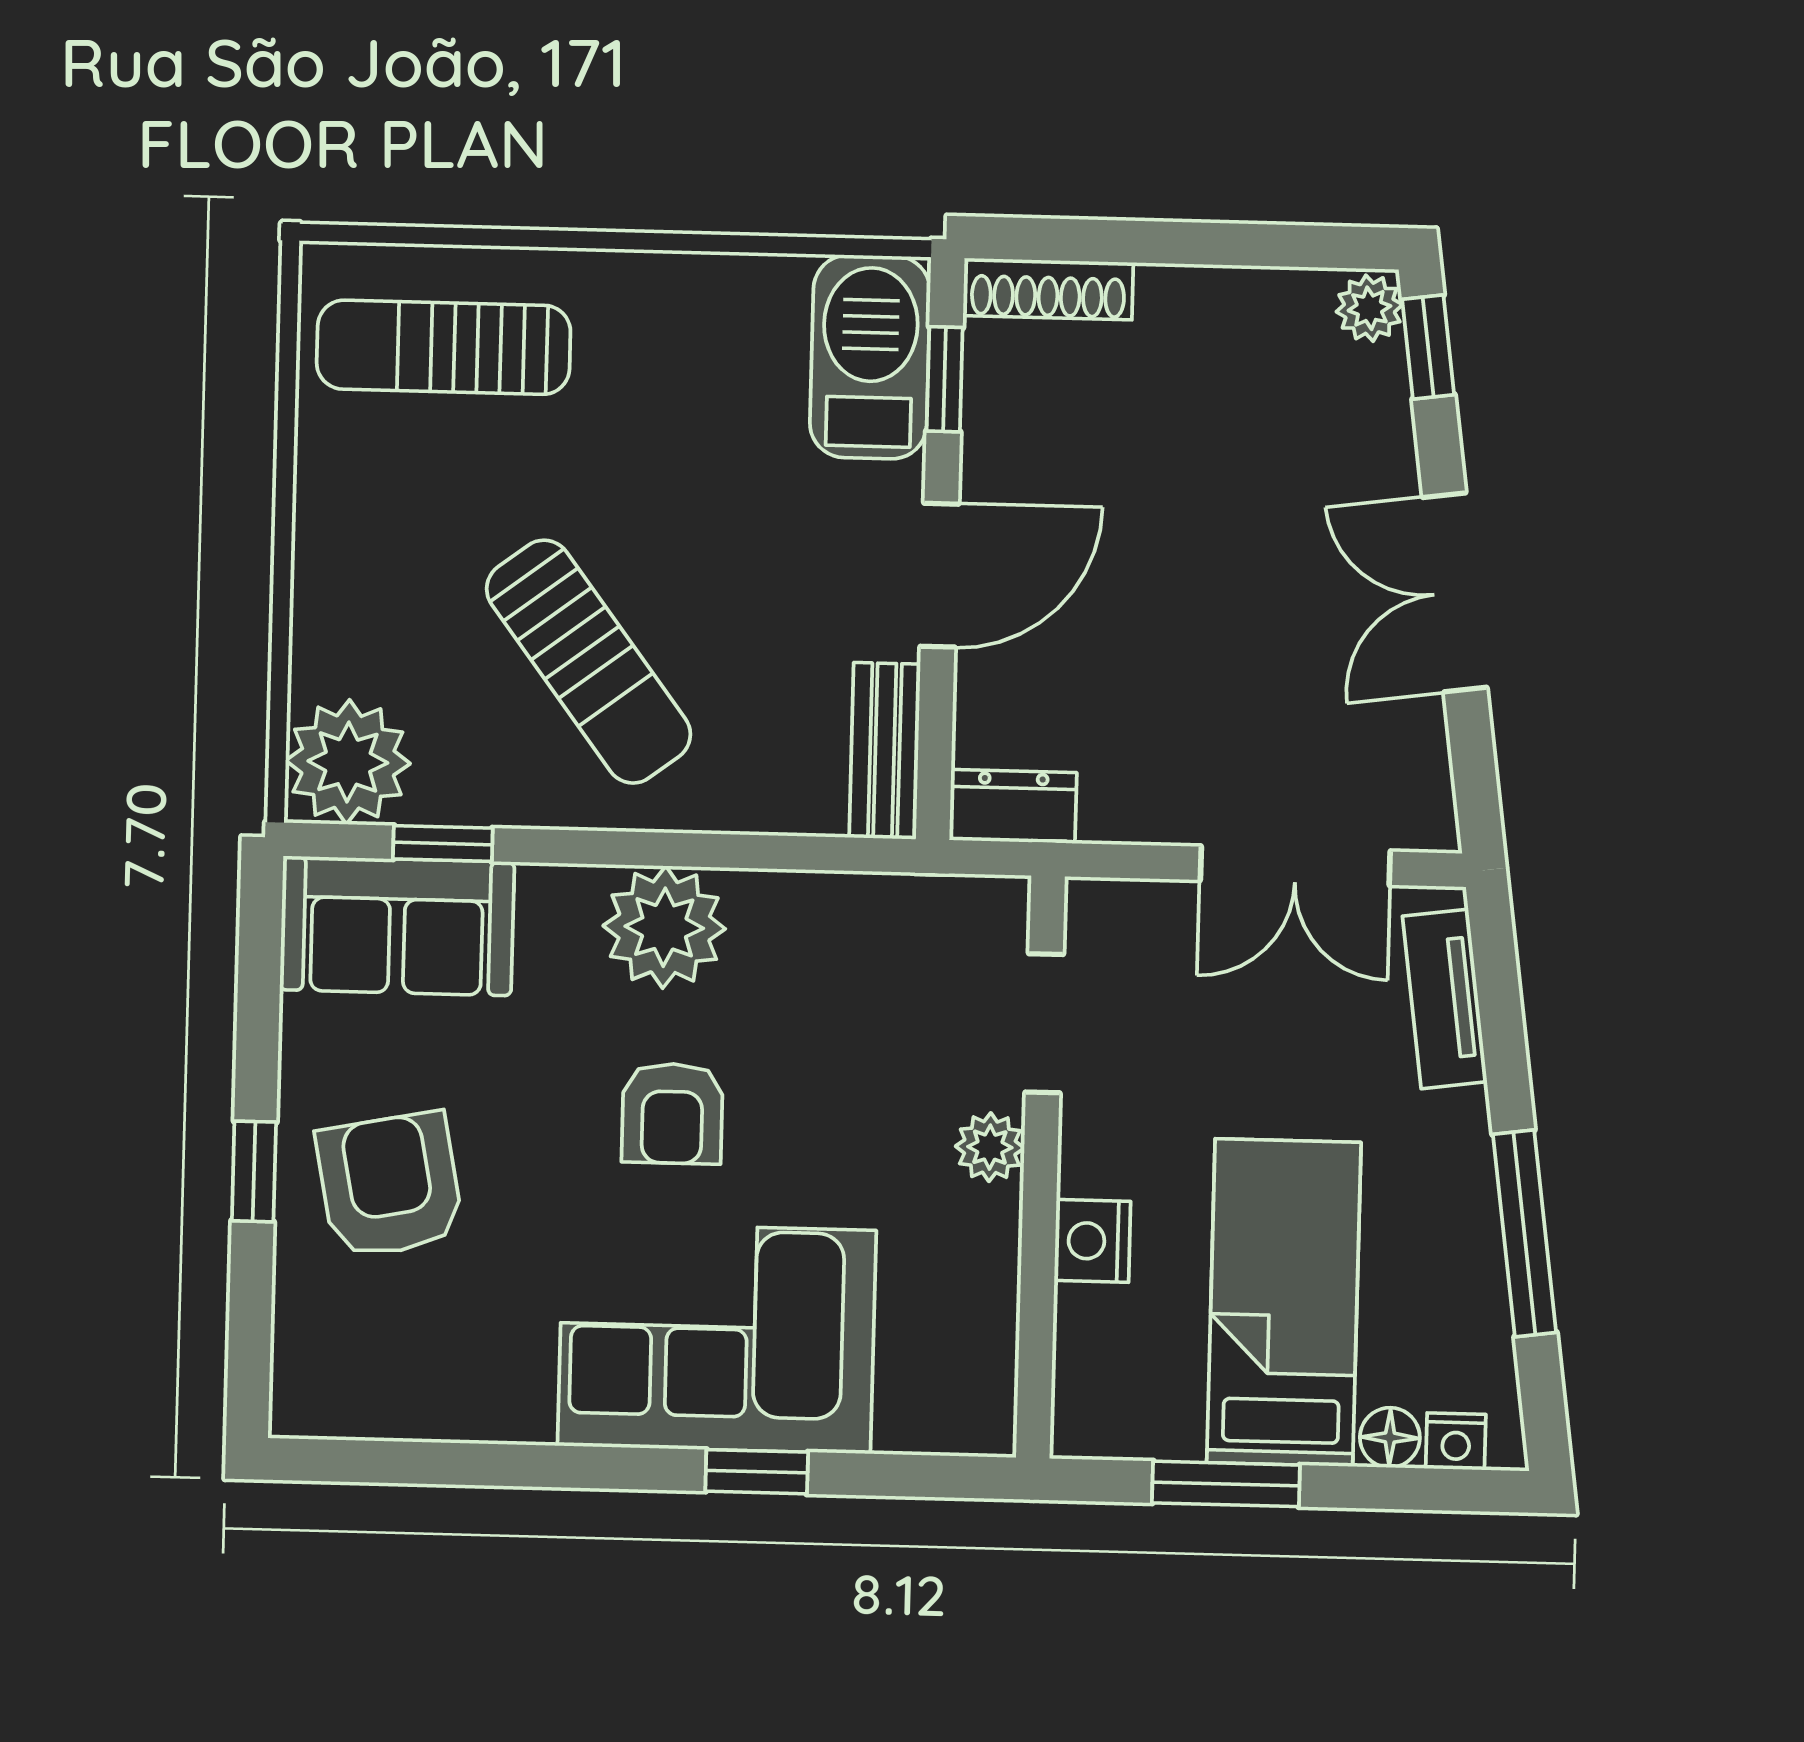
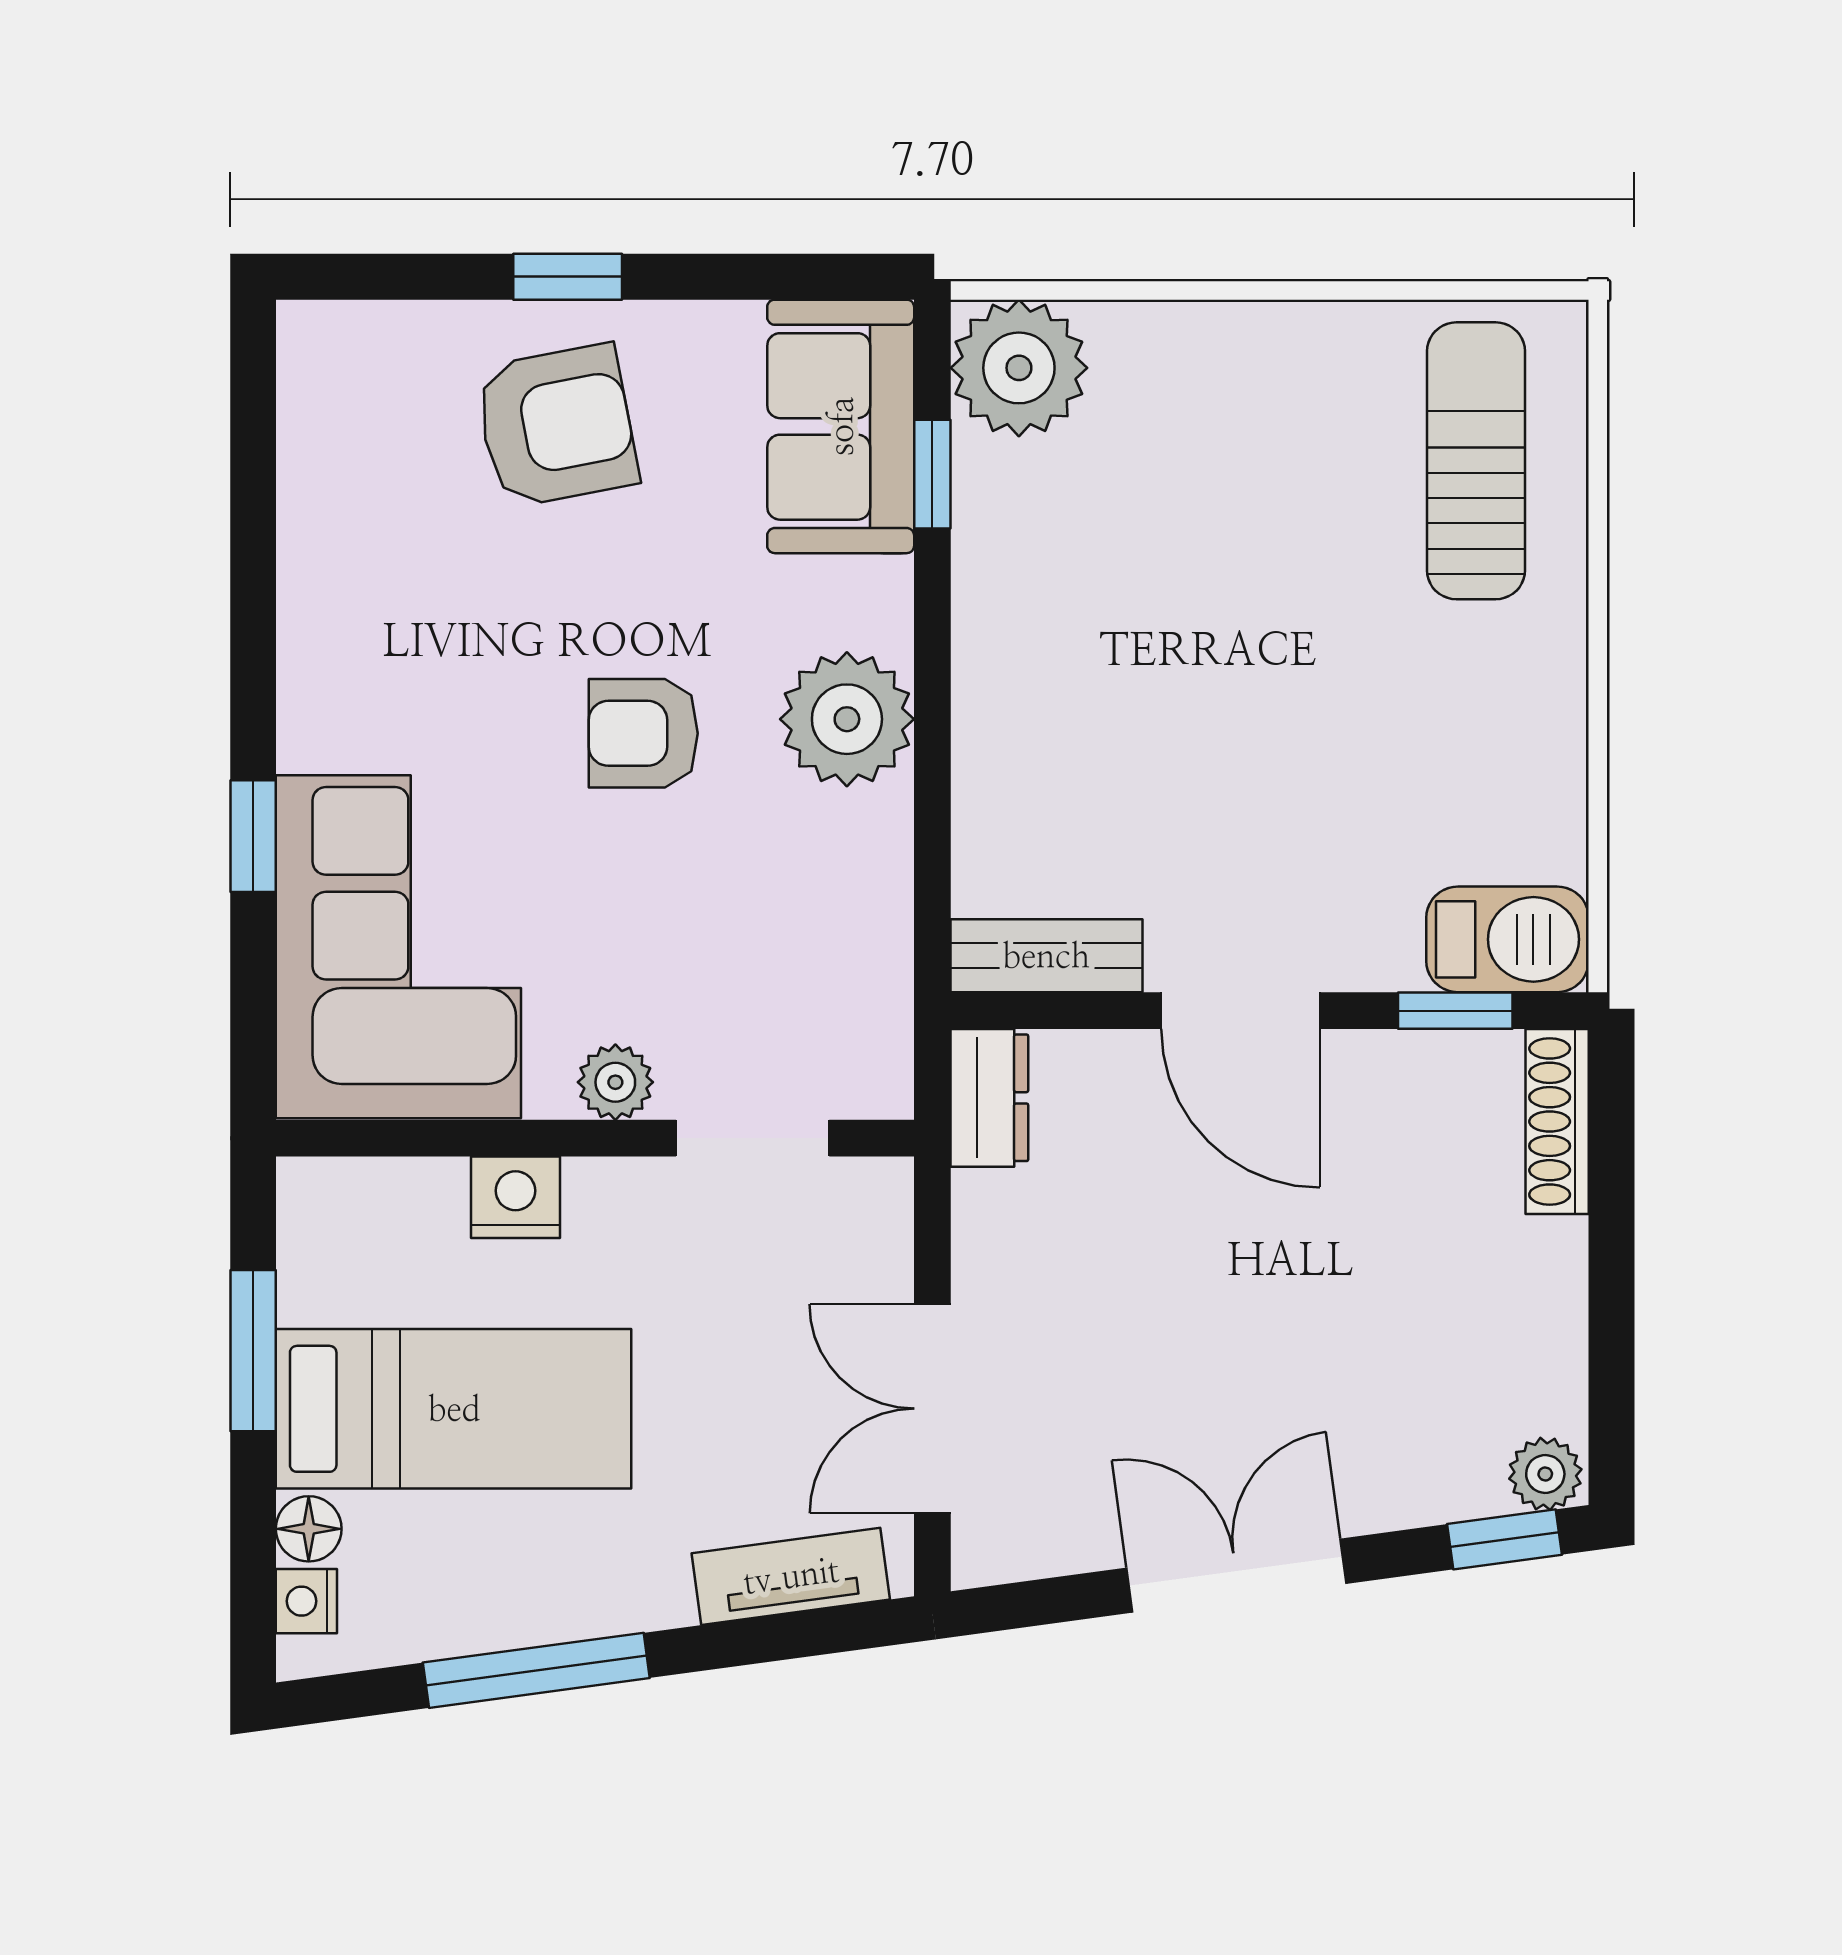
barbecue: (870, 357) -> (1508, 939), width x0.73, depth x0.83
sun lounger: (589, 662) -> (1136, 629), removed
corner sofa: (717, 1338) -> (398, 947), moved

